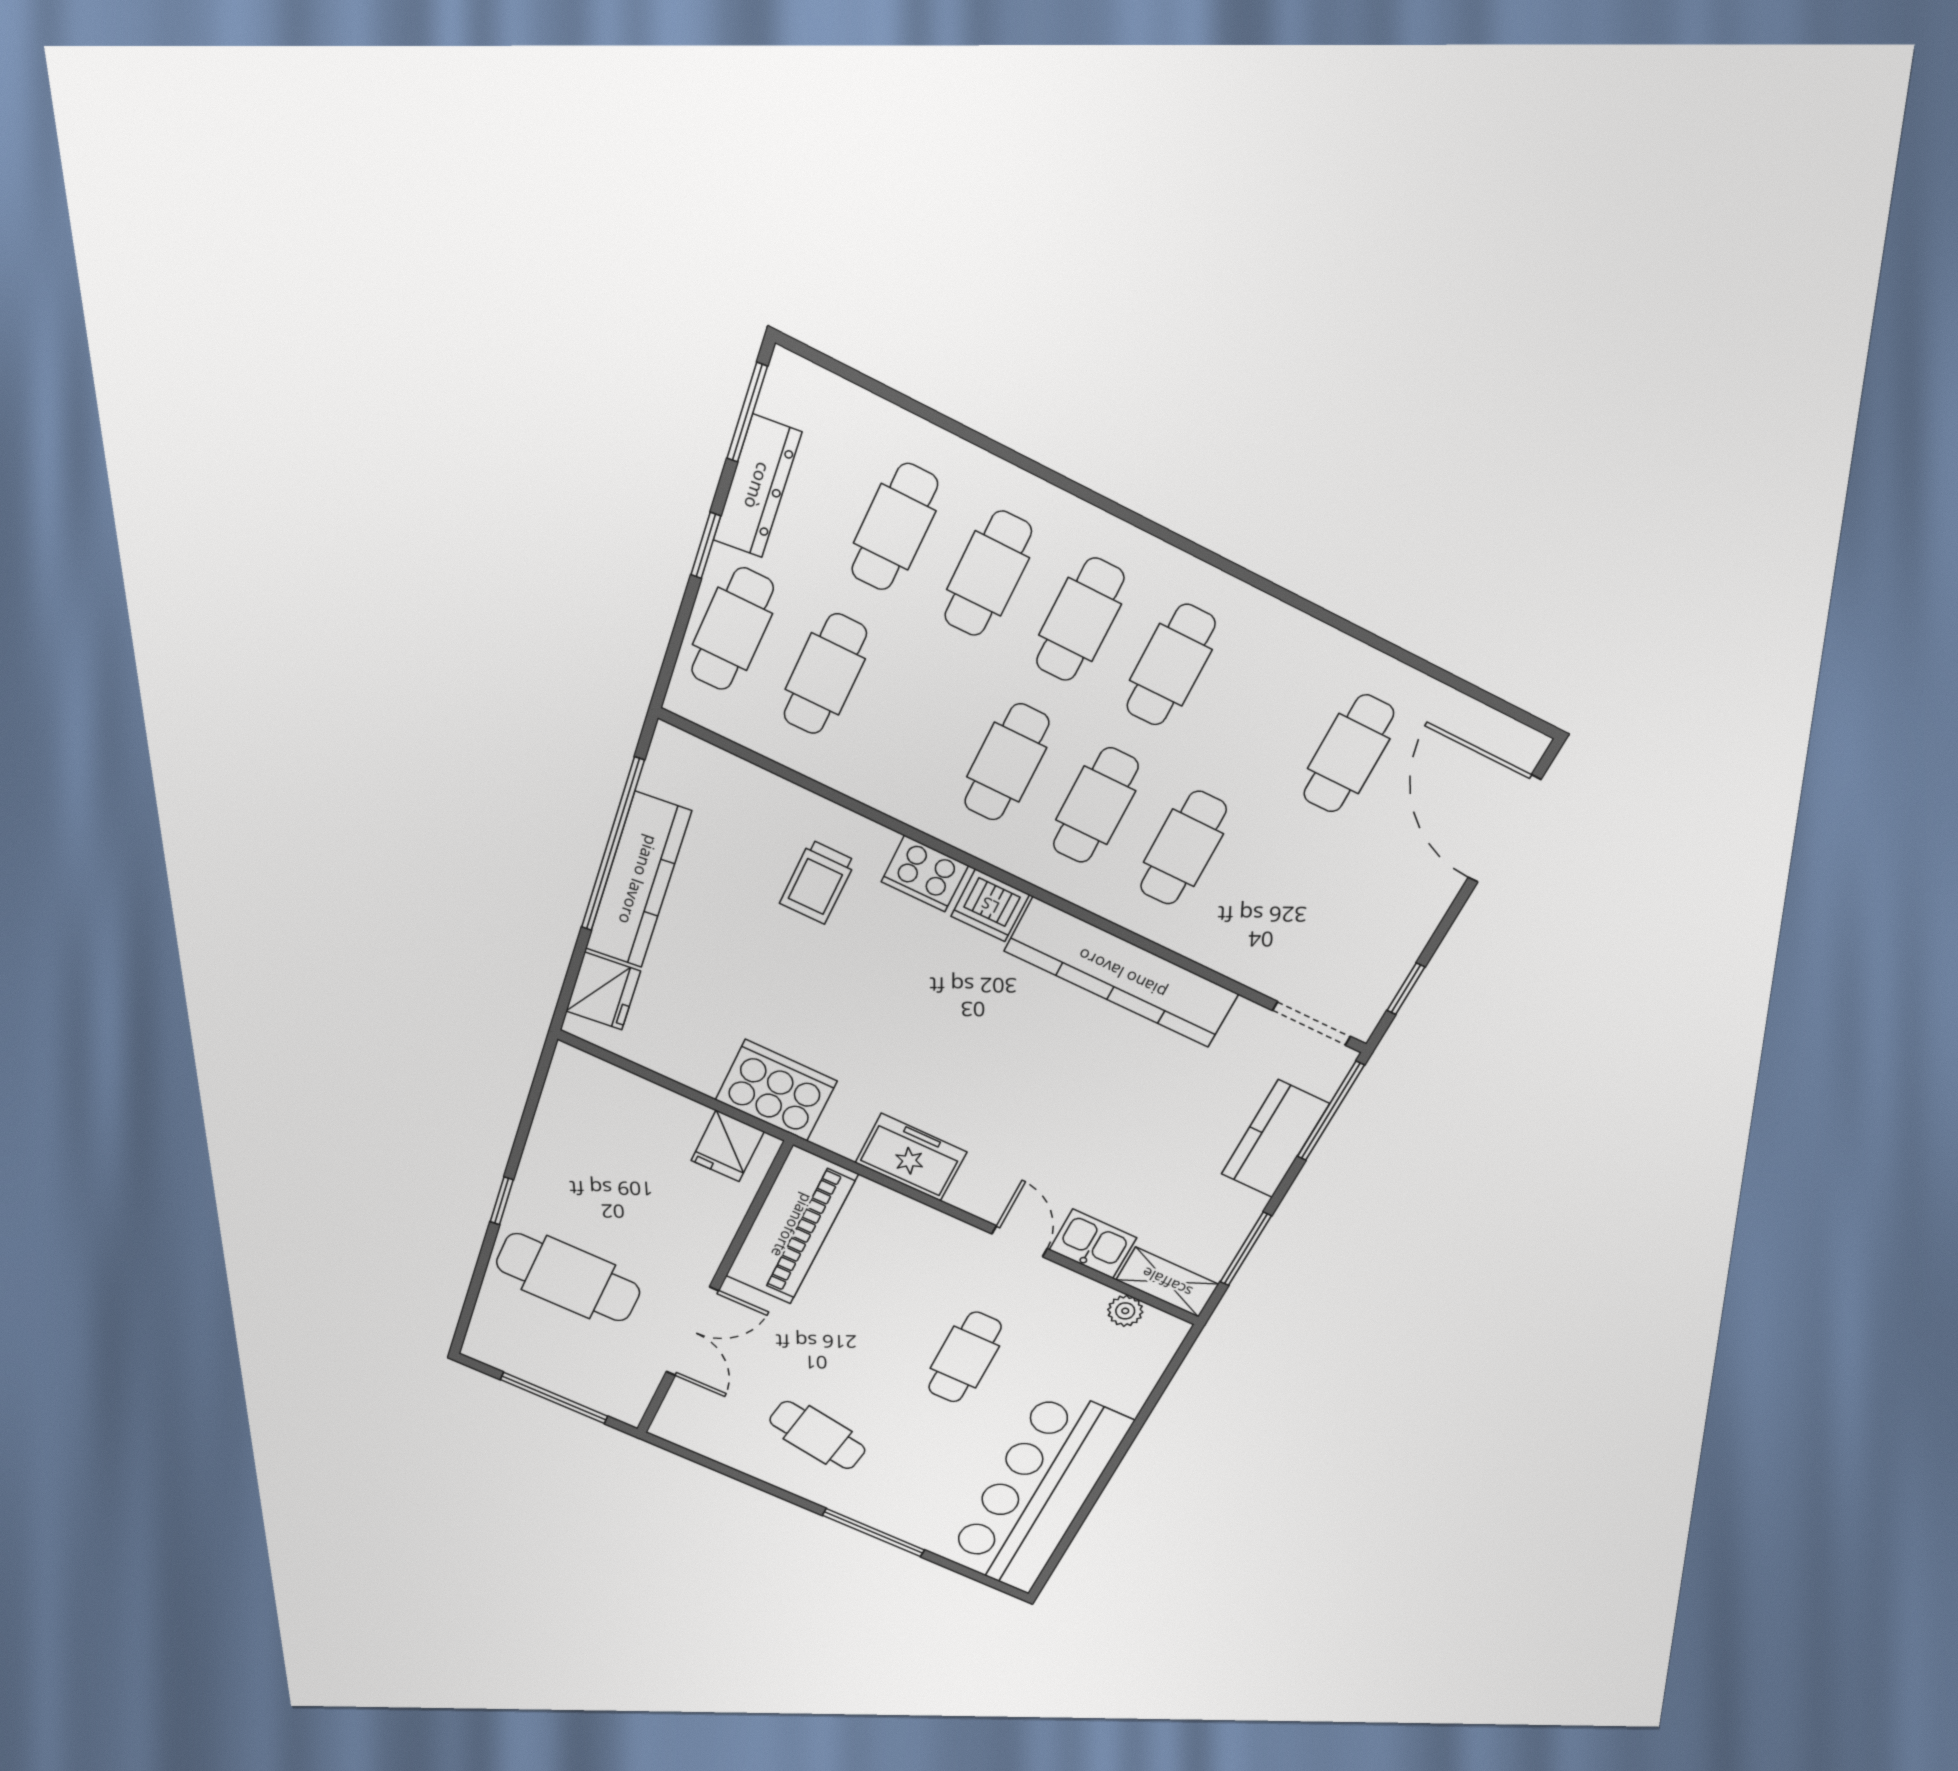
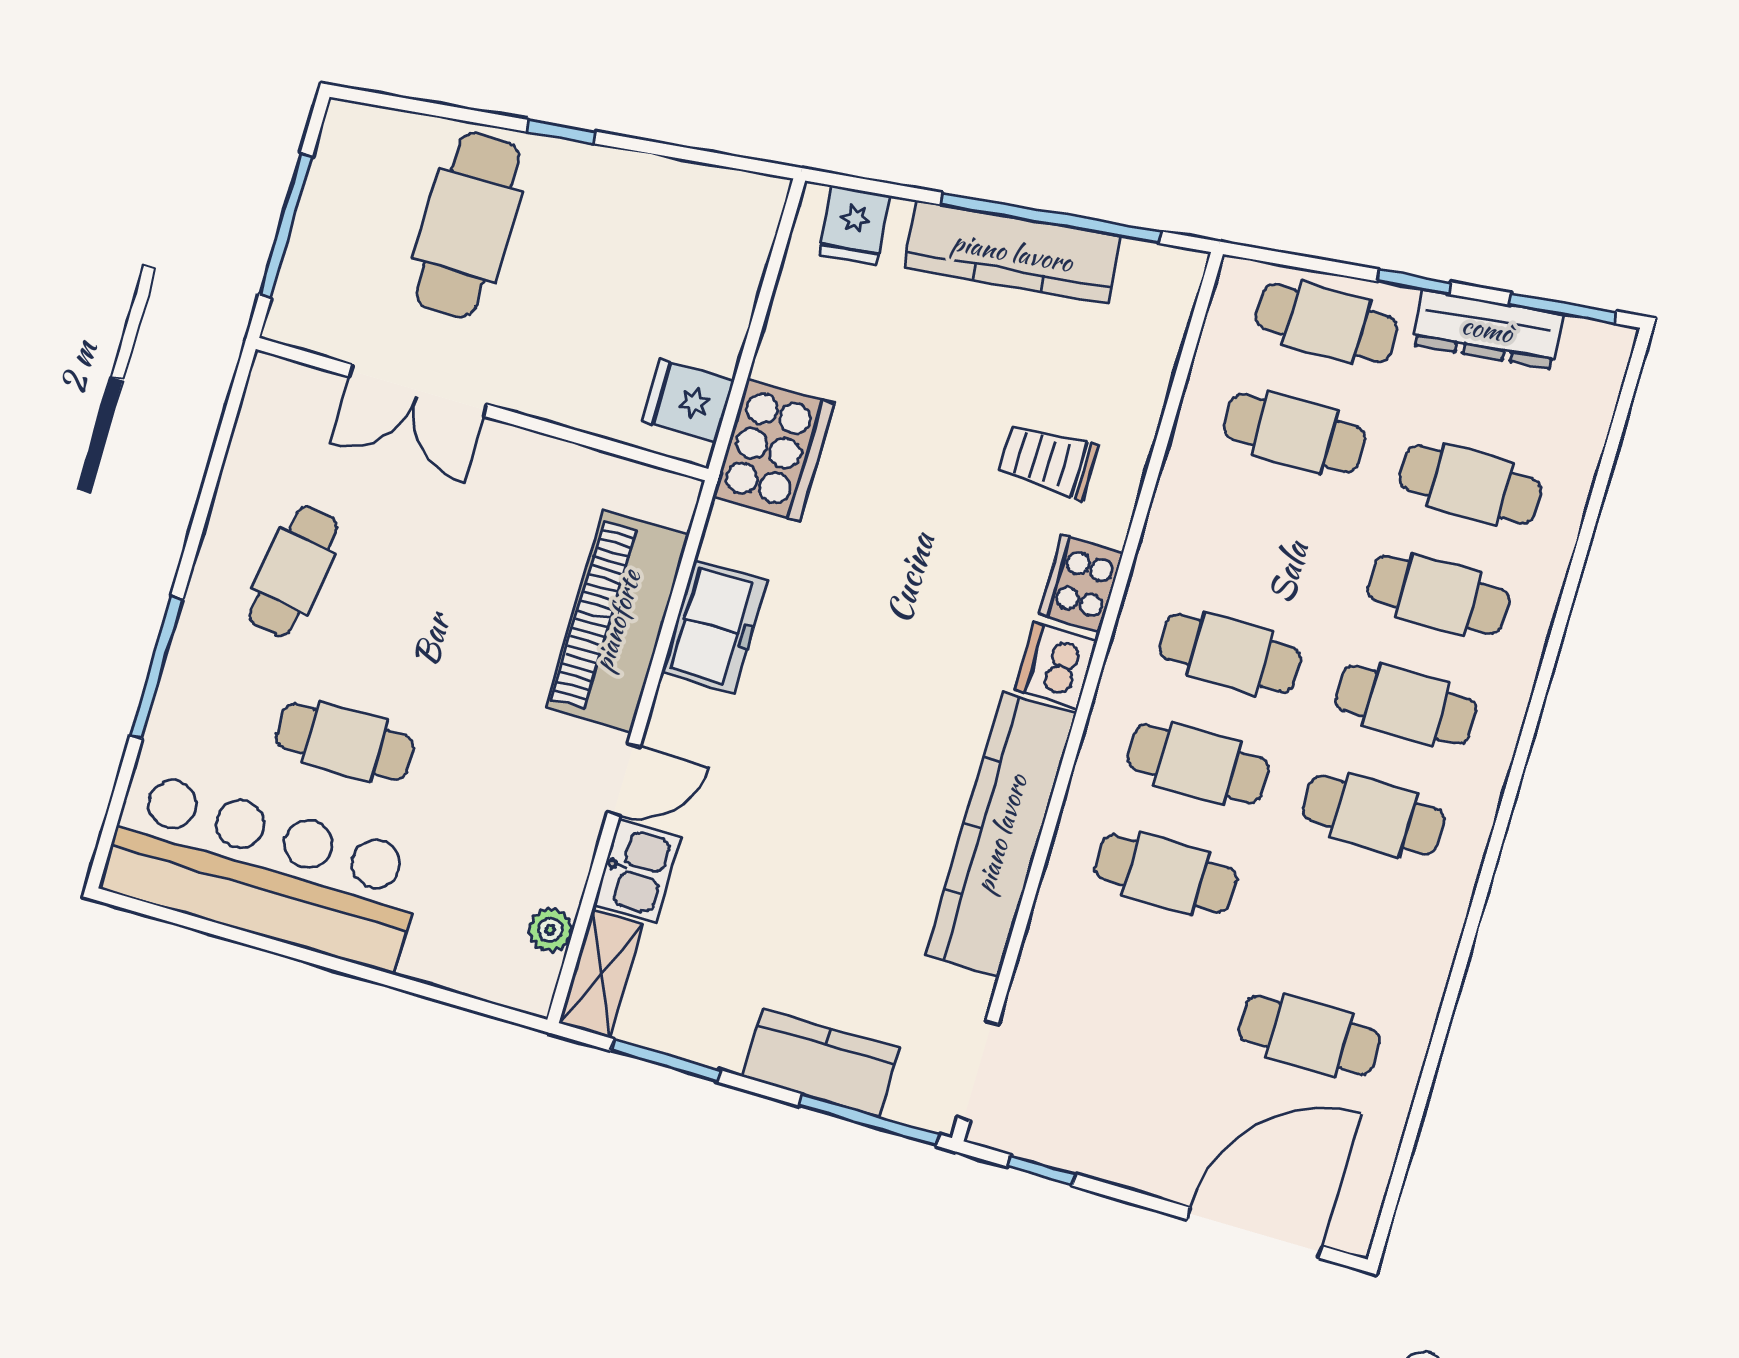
fridge: (603, 991) -> (854, 225), width x0.72
piano: (792, 1225) -> (617, 621), moved, turned 90
cafe table: (965, 1357) -> (345, 742), moved

